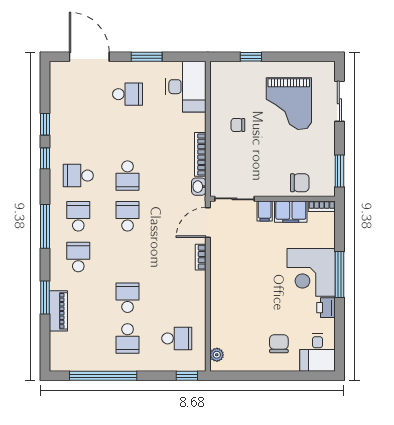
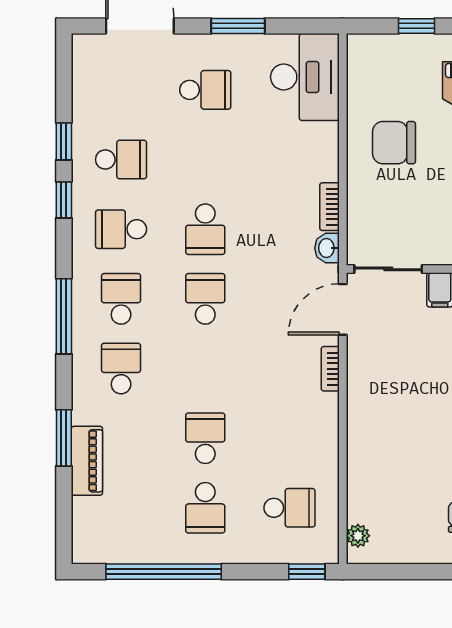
chair: (238, 125) -> (394, 143), width x1.87, depth x1.87
school desk: (78, 135) -> (121, 160), added
bookcase: (200, 154) -> (330, 207), width x0.64

